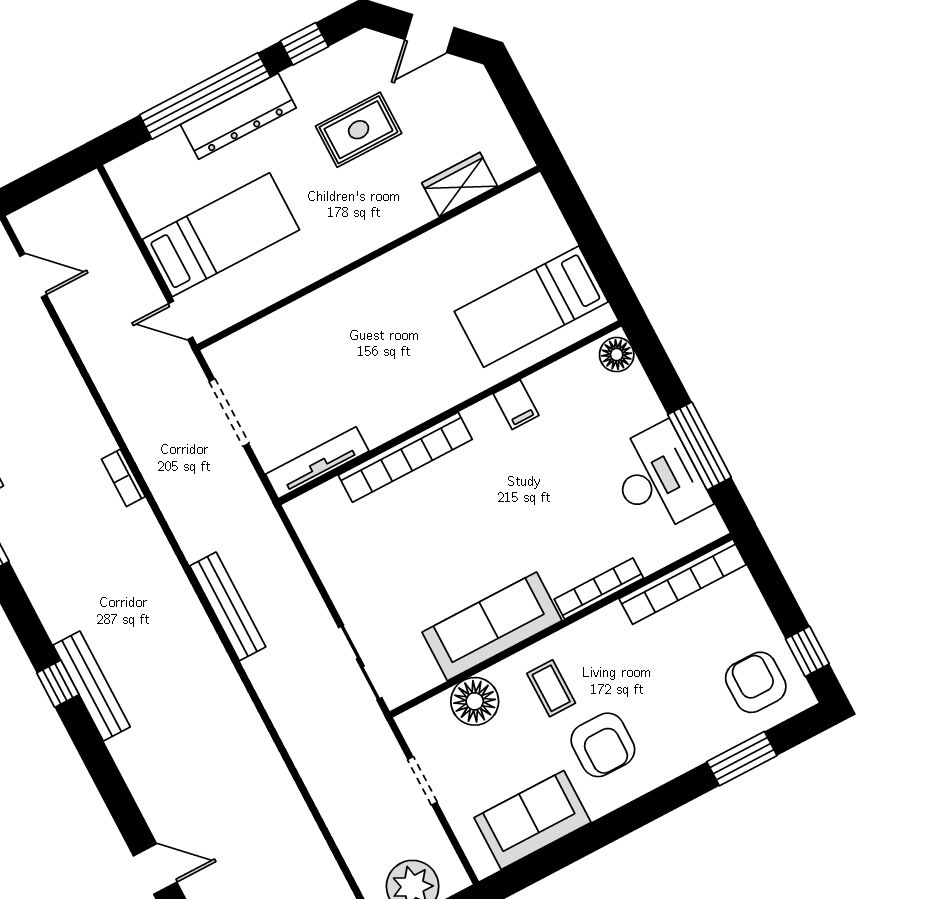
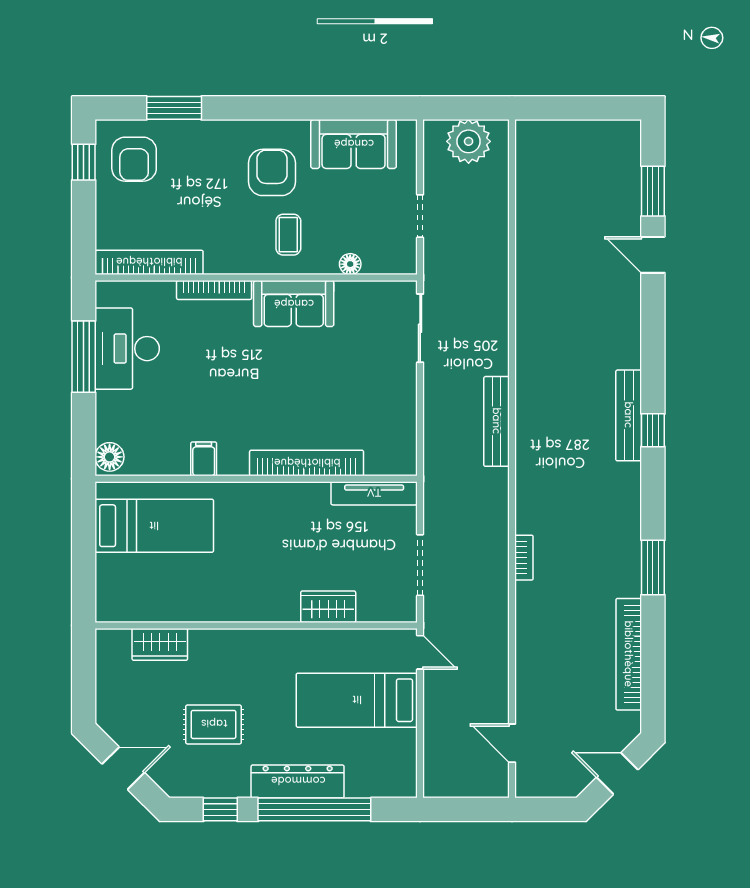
wardrobe: (303, 318) -> (328, 607), added
sofa: (492, 626) -> (294, 304), width x0.73
floor lamp: (475, 701) -> (350, 264), width x0.53, depth x0.53

